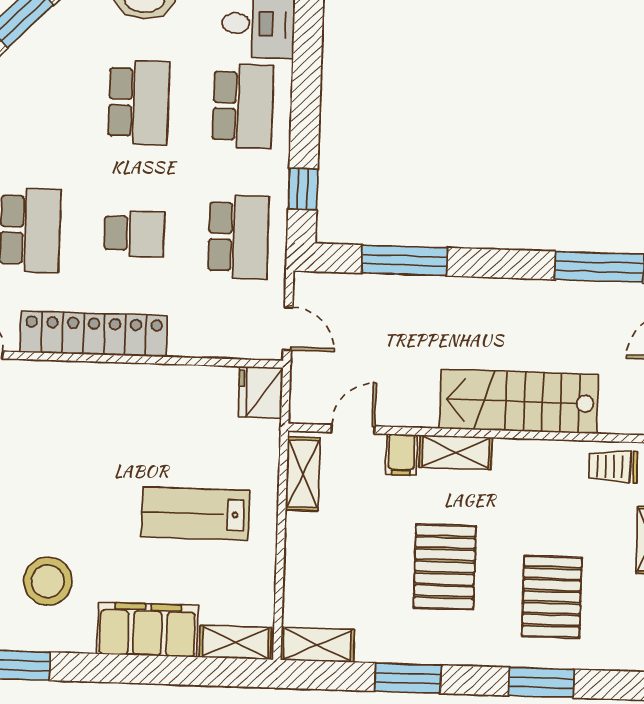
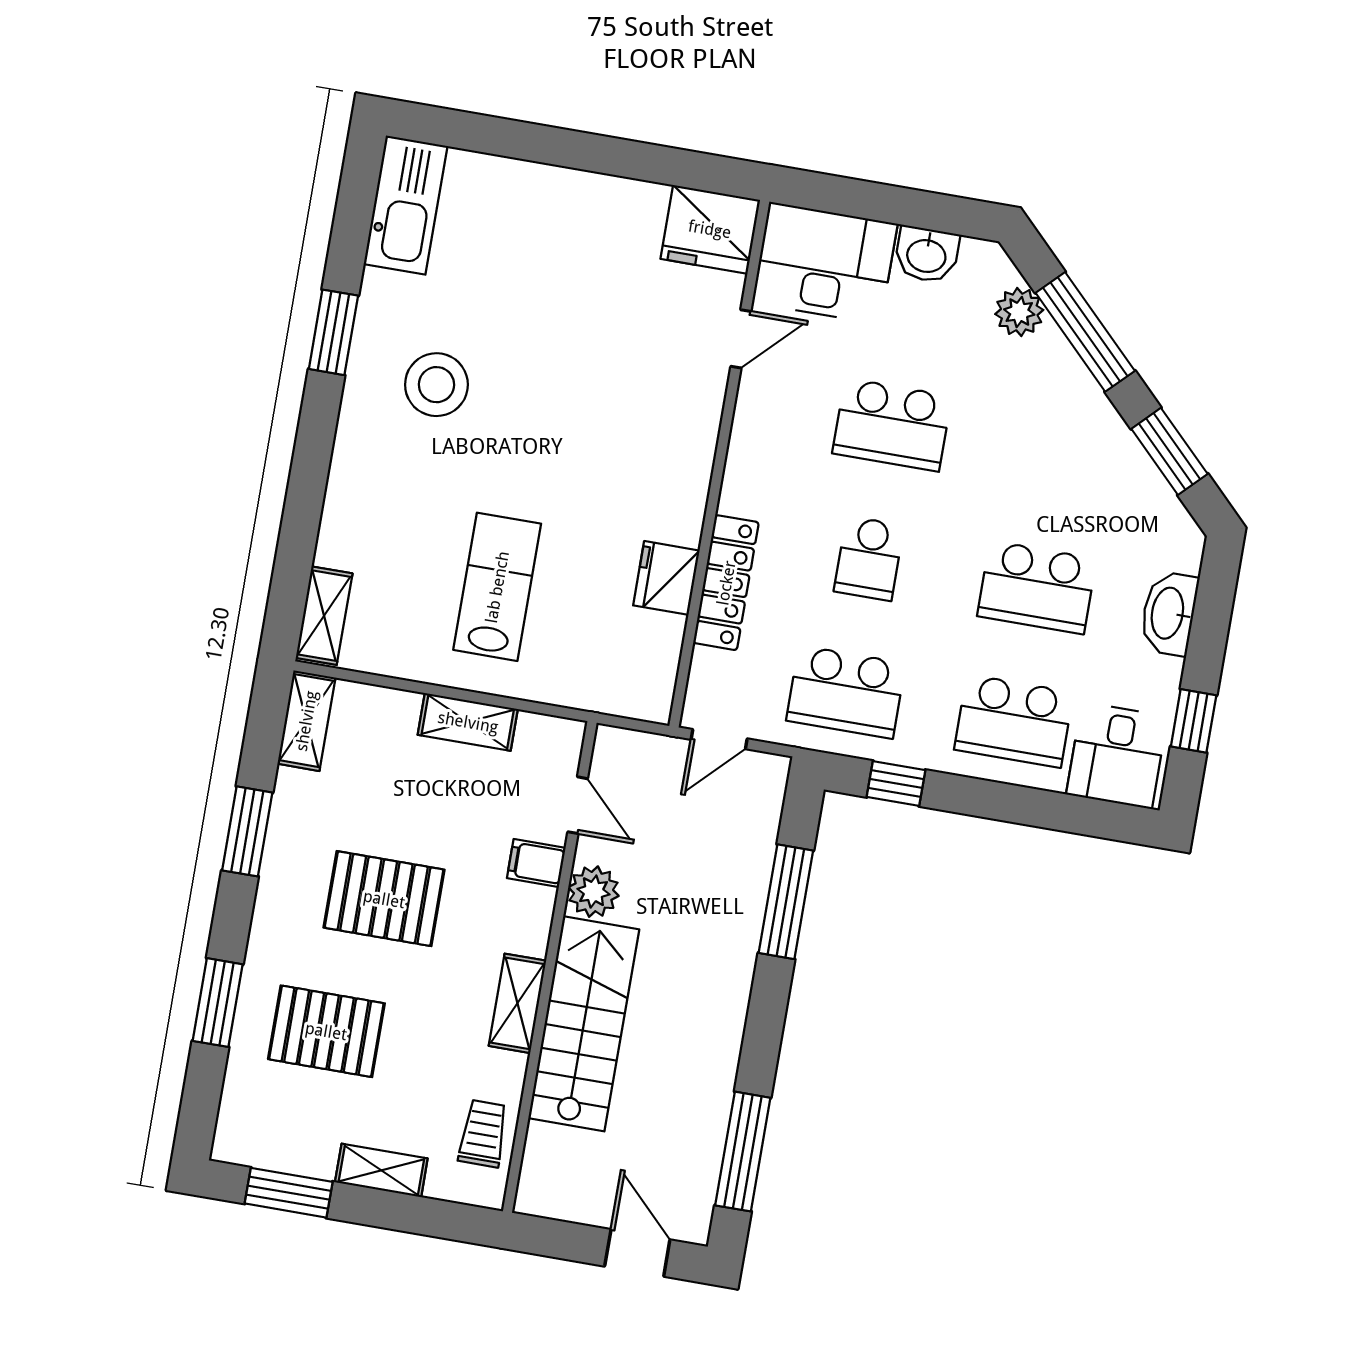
locker: (94, 334) -> (726, 583), moved, width x0.71, depth x0.83
fridge: (261, 392) -> (666, 578), moved, turned -90
plant: (417, 408) -> (593, 892), added
shelving: (456, 452) -> (517, 1003), moved
shelving: (303, 474) -> (468, 722), moved
filing cabinet: (148, 630) -> (356, 505), removed

